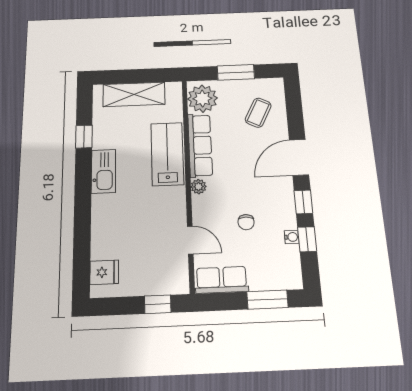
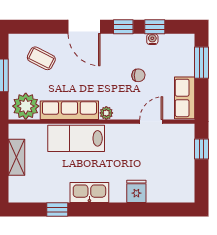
shelving: (134, 94) -> (16, 157), width x0.67, depth x0.75
fridge: (104, 272) -> (136, 191), moved

